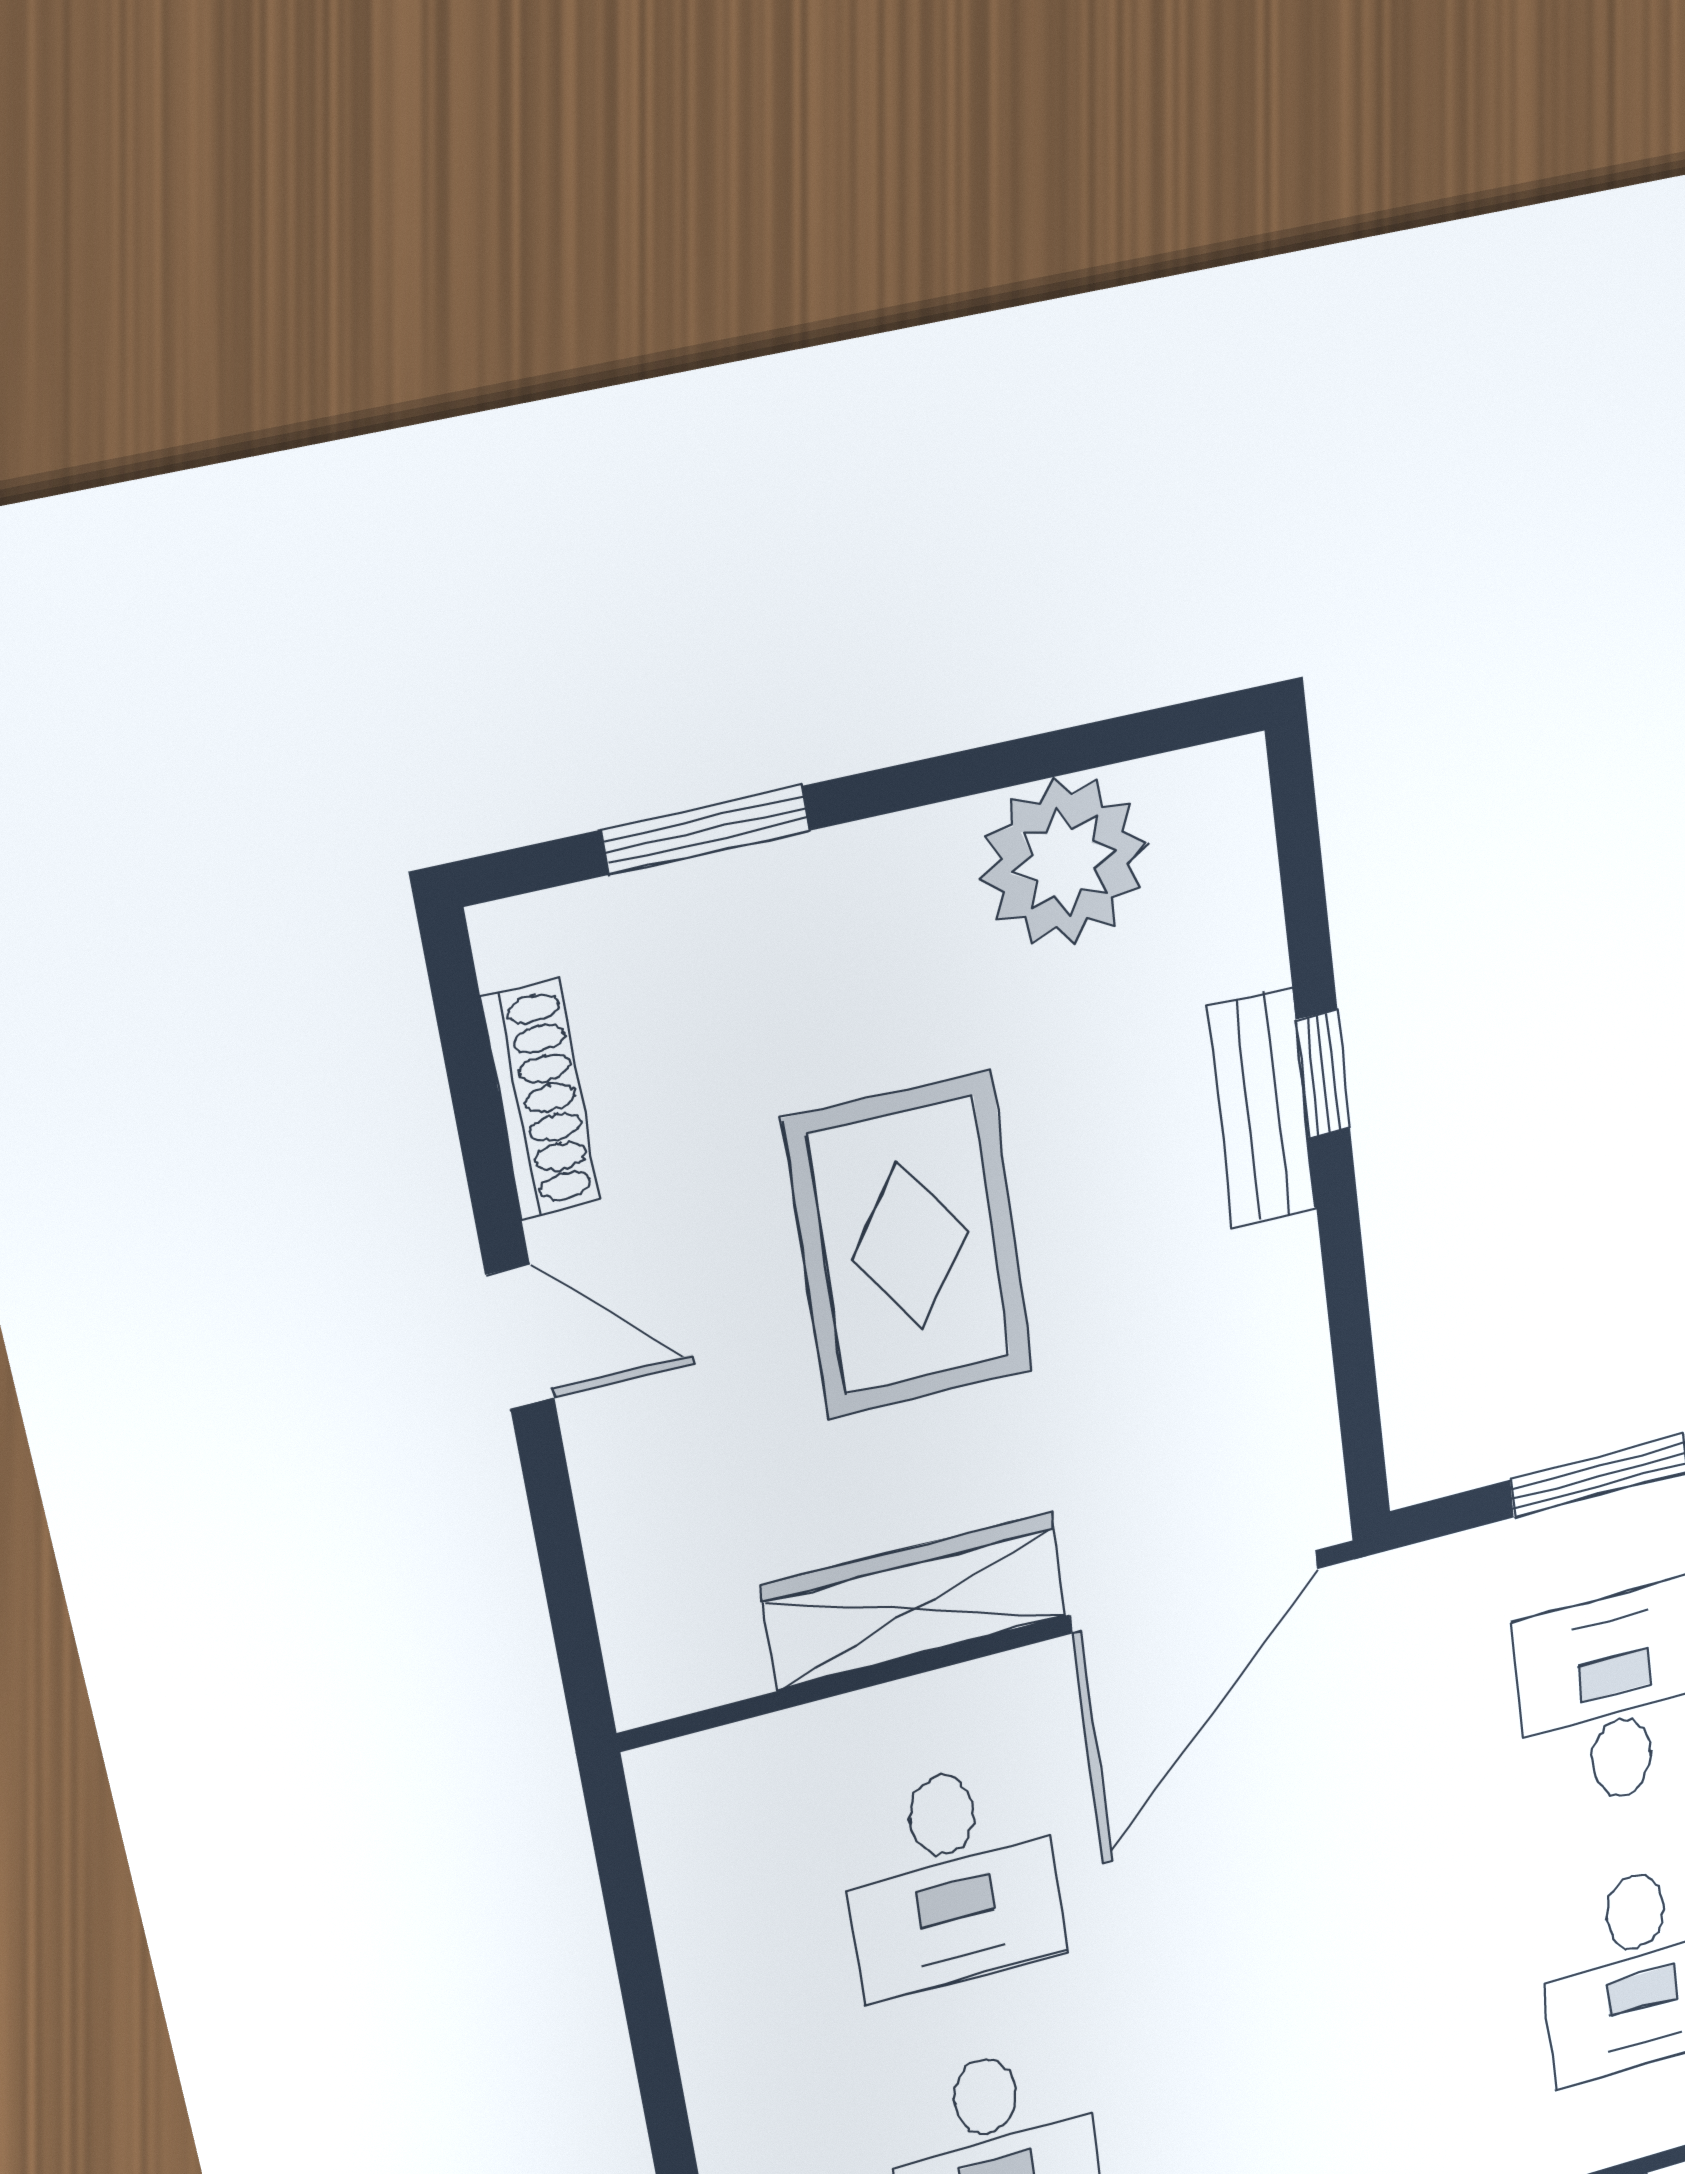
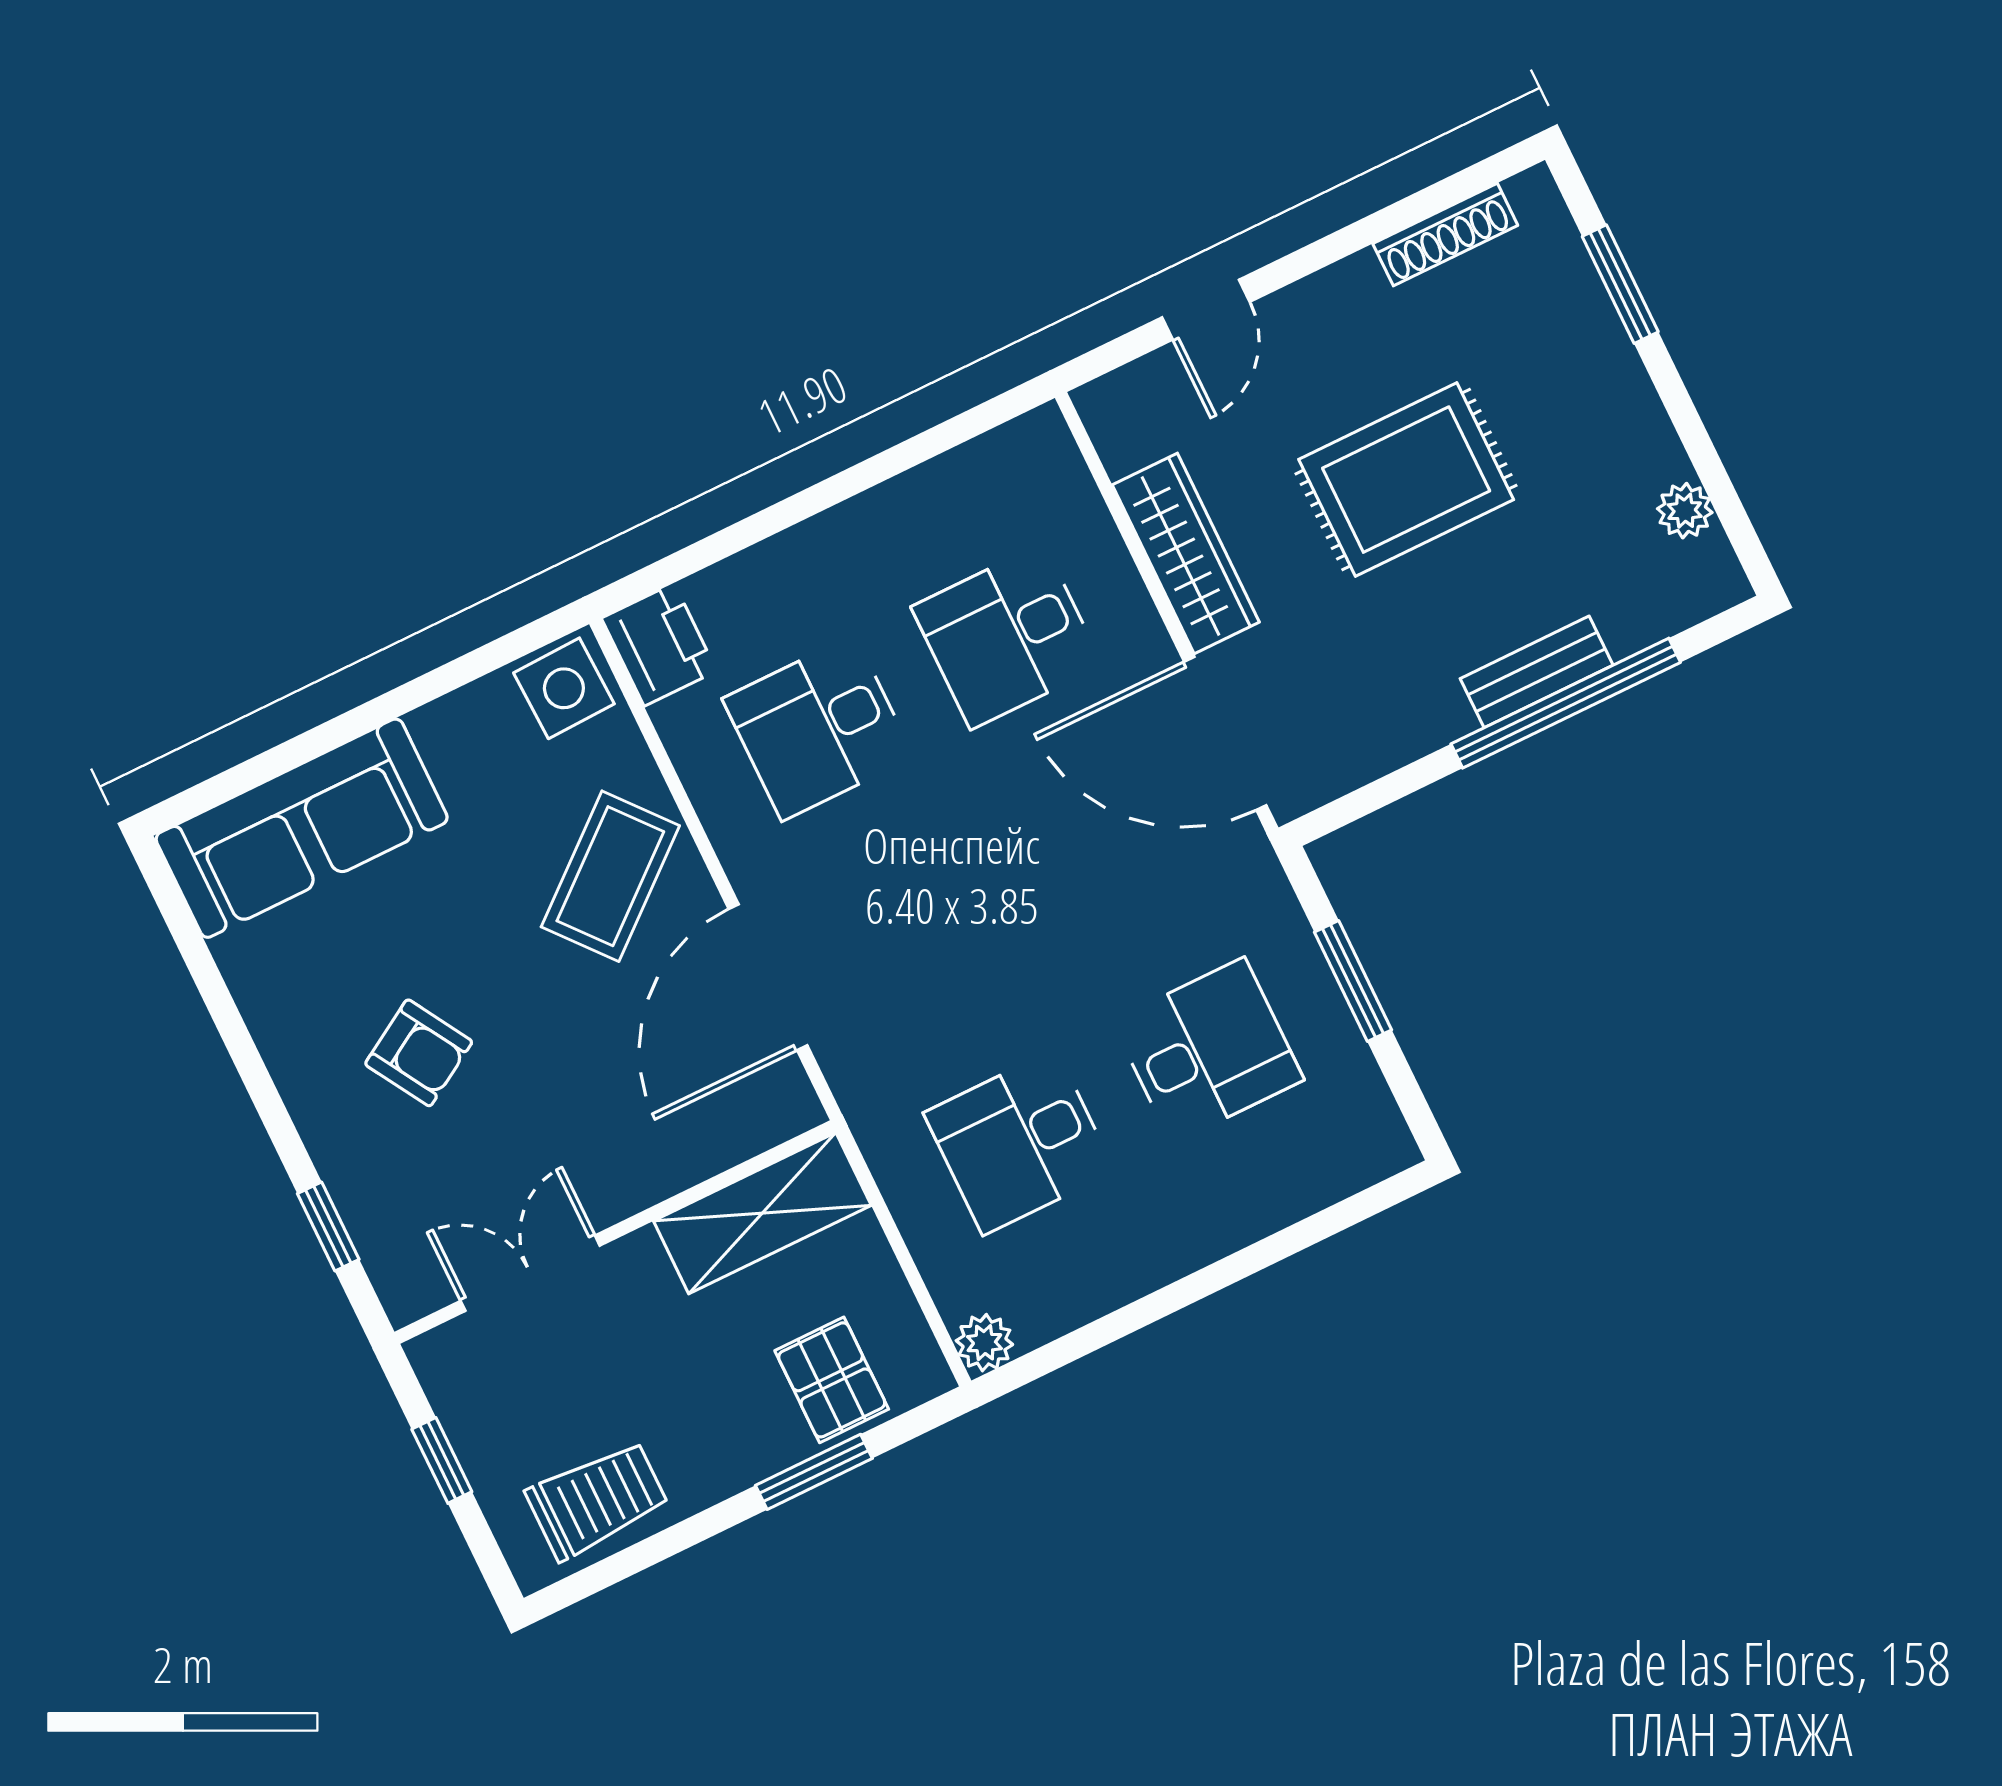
plant: (1064, 862) -> (1685, 511), width x0.53, depth x0.53
window: (1323, 1074) -> (1566, 703), width x3.17
door: (520, 1337) -> (1206, 310), moved

